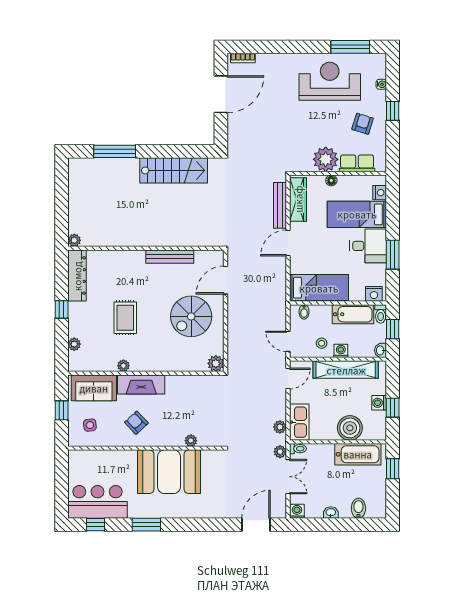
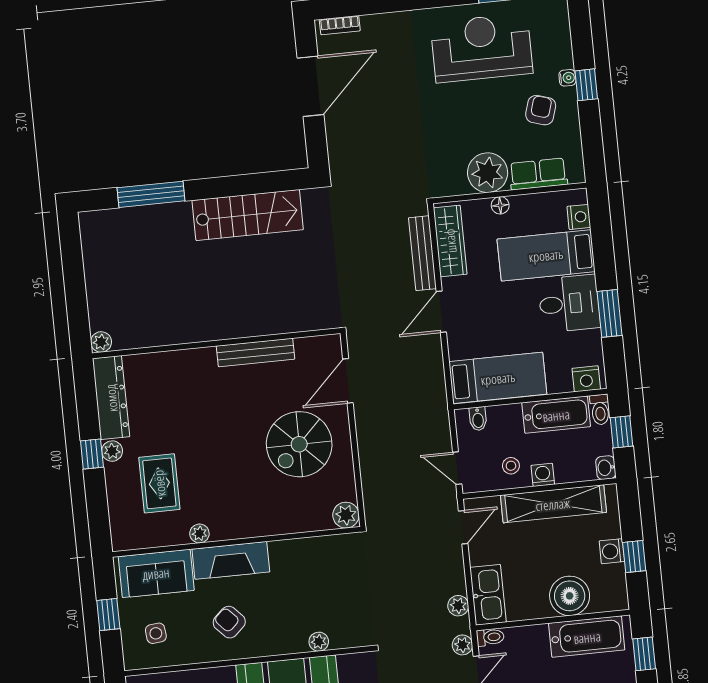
water cooler: (381, 84) -> (567, 78), moved
rug: (125, 318) -> (159, 483), moved
plant: (74, 344) -> (112, 451), moved

